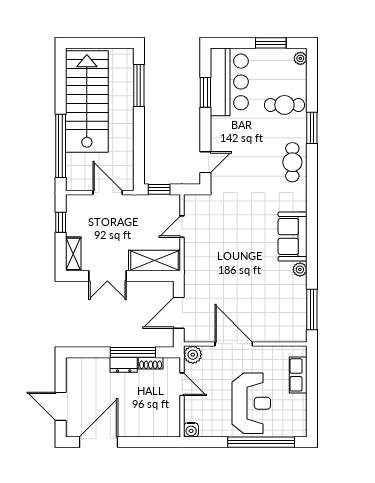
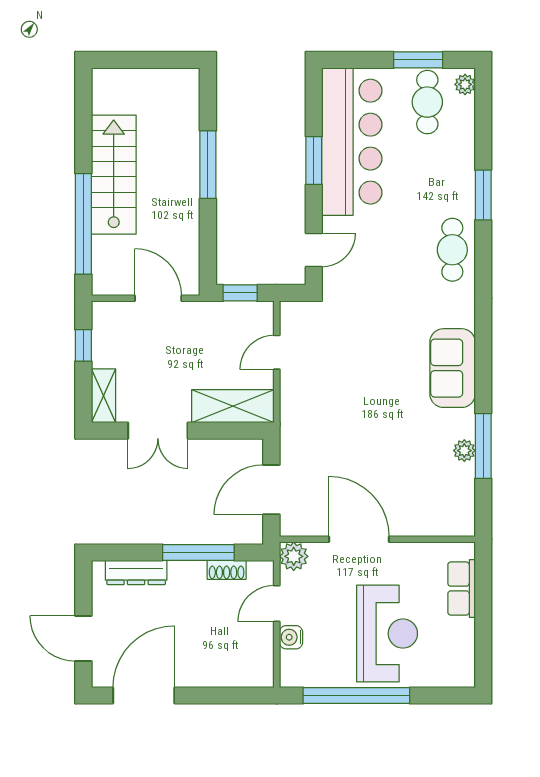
bar counter: (229, 82) -> (352, 142), width x1.36
window: (139, 86) -> (208, 165), moved
window: (205, 92) -> (314, 161), moved
stairs: (87, 101) -> (114, 175), width x0.73, depth x0.66
cafe table: (284, 105) -> (427, 102), moved, turned 90
plant: (300, 269) -> (464, 451), moved
window: (312, 310) -> (483, 446), moved
dresser: (124, 365) -> (136, 573), moved, width x1.44
door: (182, 384) -> (277, 603), swing flipped
water cooler: (191, 430) -> (291, 637), moved, turned 90
window: (261, 442) -> (356, 696), moved

